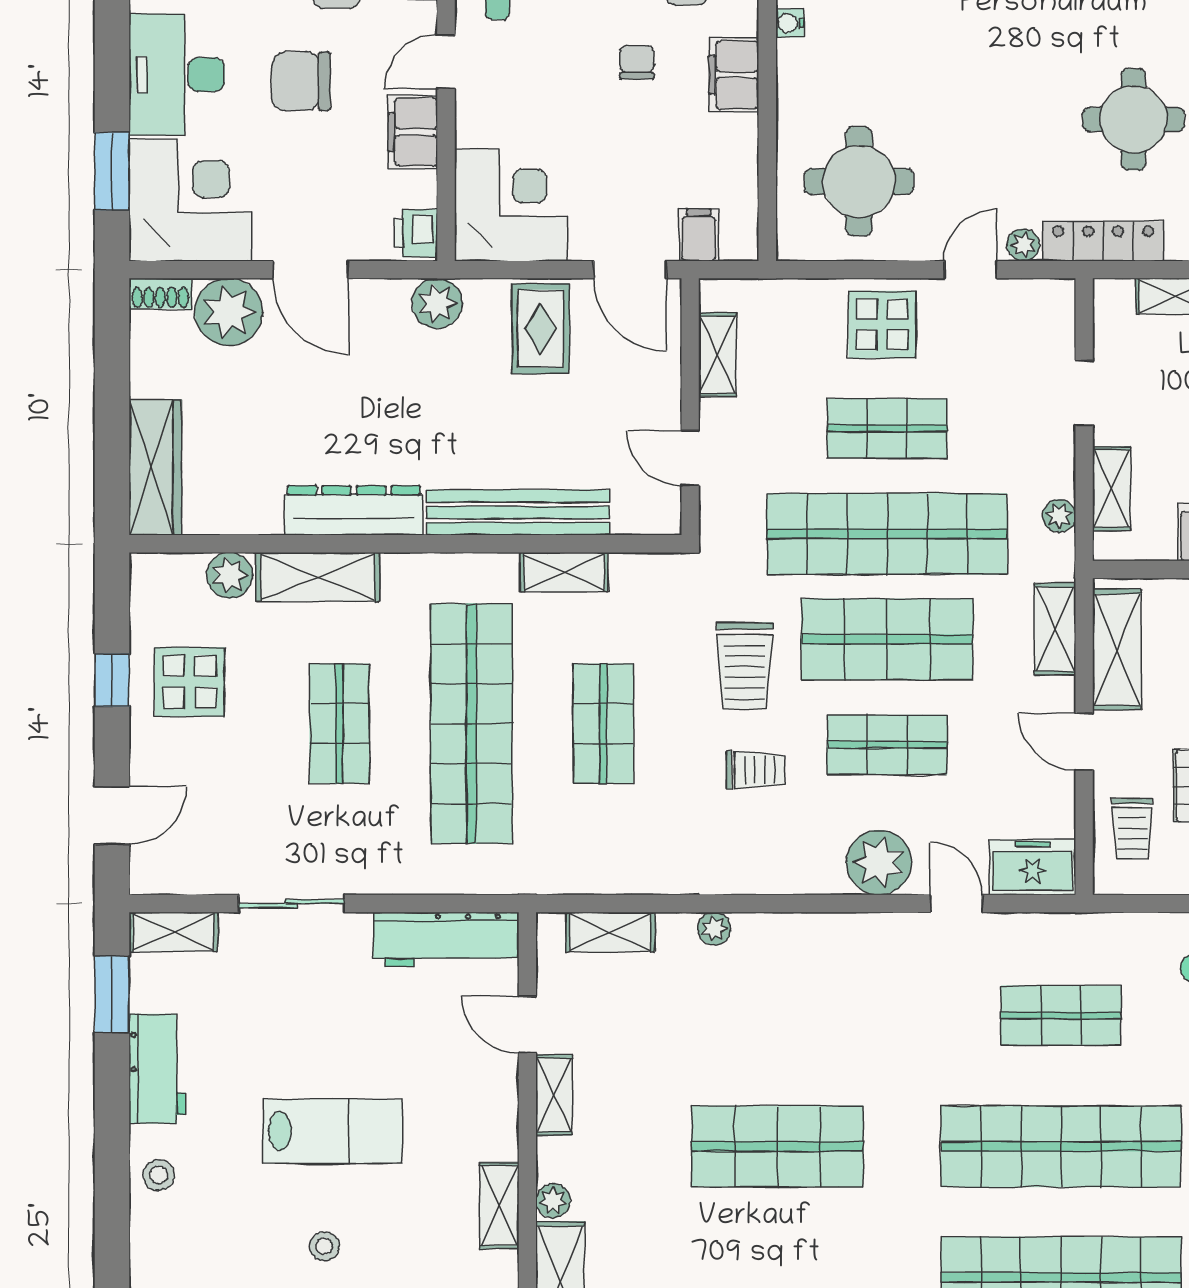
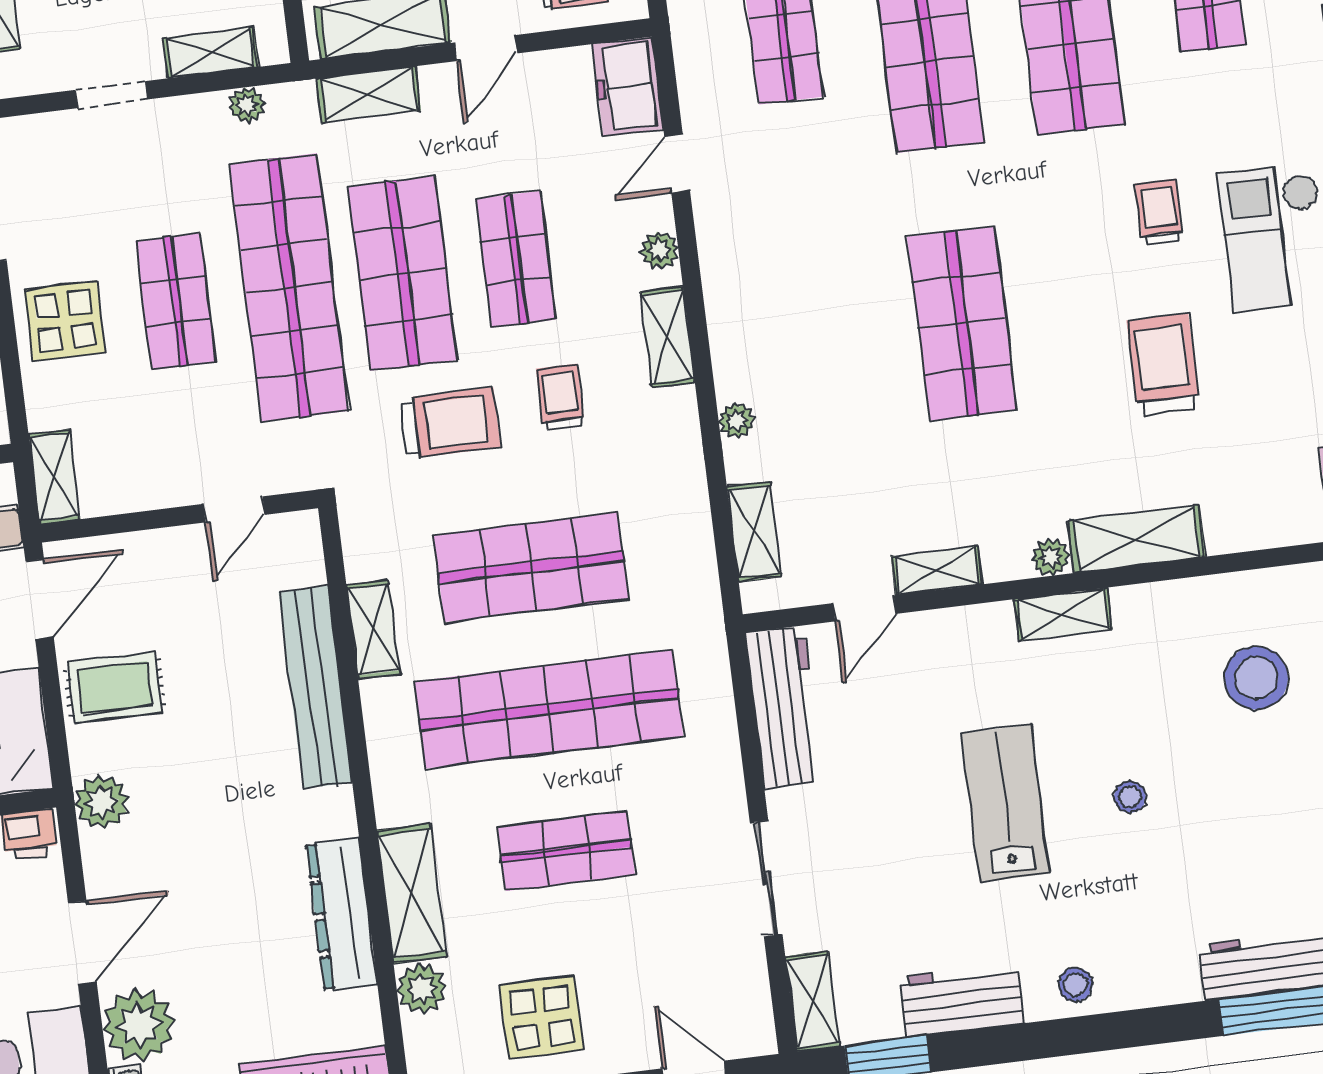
shelving: (718, 355) -> (54, 477), moved, turned 90
dresser: (354, 511) -> (342, 914), moved
shop shelf: (603, 724) -> (531, 567), width x1.43, depth x1.36
plant: (879, 862) -> (660, 250), width x0.53, depth x0.53
shelving: (799, 875) -> (668, 337), added

